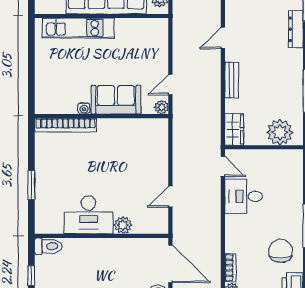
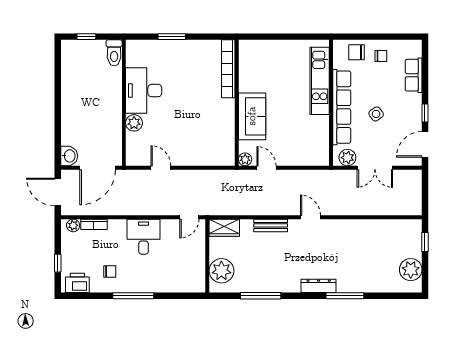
water cooler: (84, 108) -> (244, 86), removed
desk: (244, 196) -> (144, 237), moved
chair: (281, 251) -> (110, 272), width x0.54, depth x0.54

